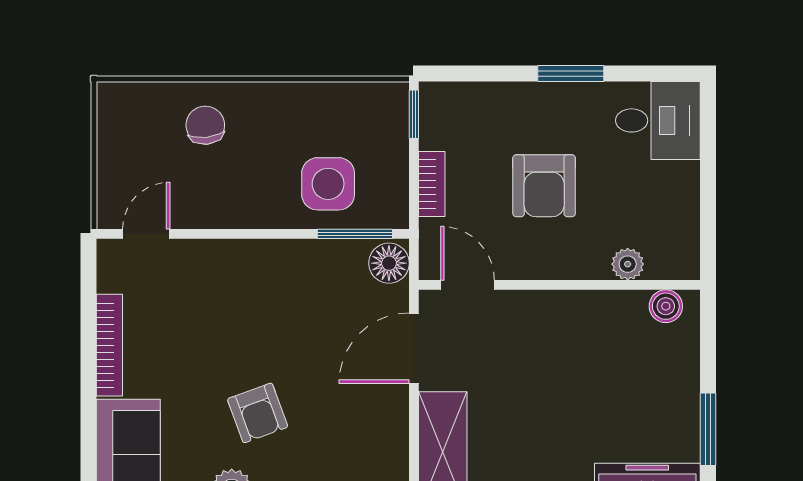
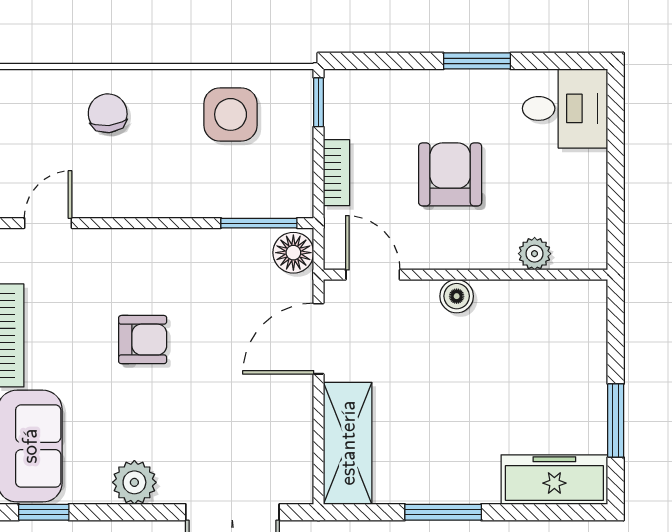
side table: (328, 184) -> (231, 114), moved
armchair: (544, 186) -> (450, 174), turned 180
boiler: (666, 306) -> (457, 296), moved
armchair: (258, 413) -> (143, 340), moved, turned -70

